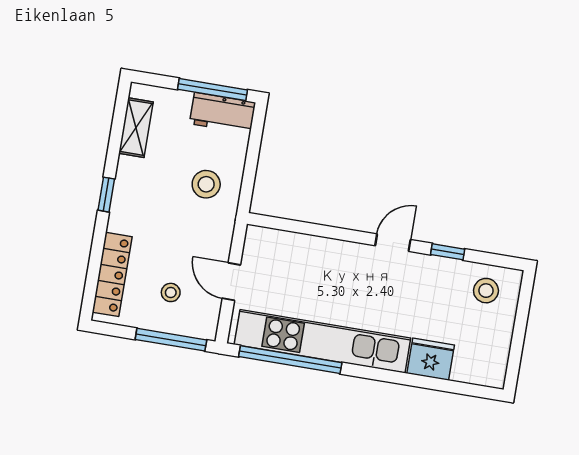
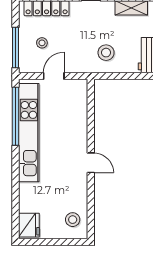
window: (448, 252) -> (91, 194), removed
fridge: (431, 359) -> (29, 225), moved

